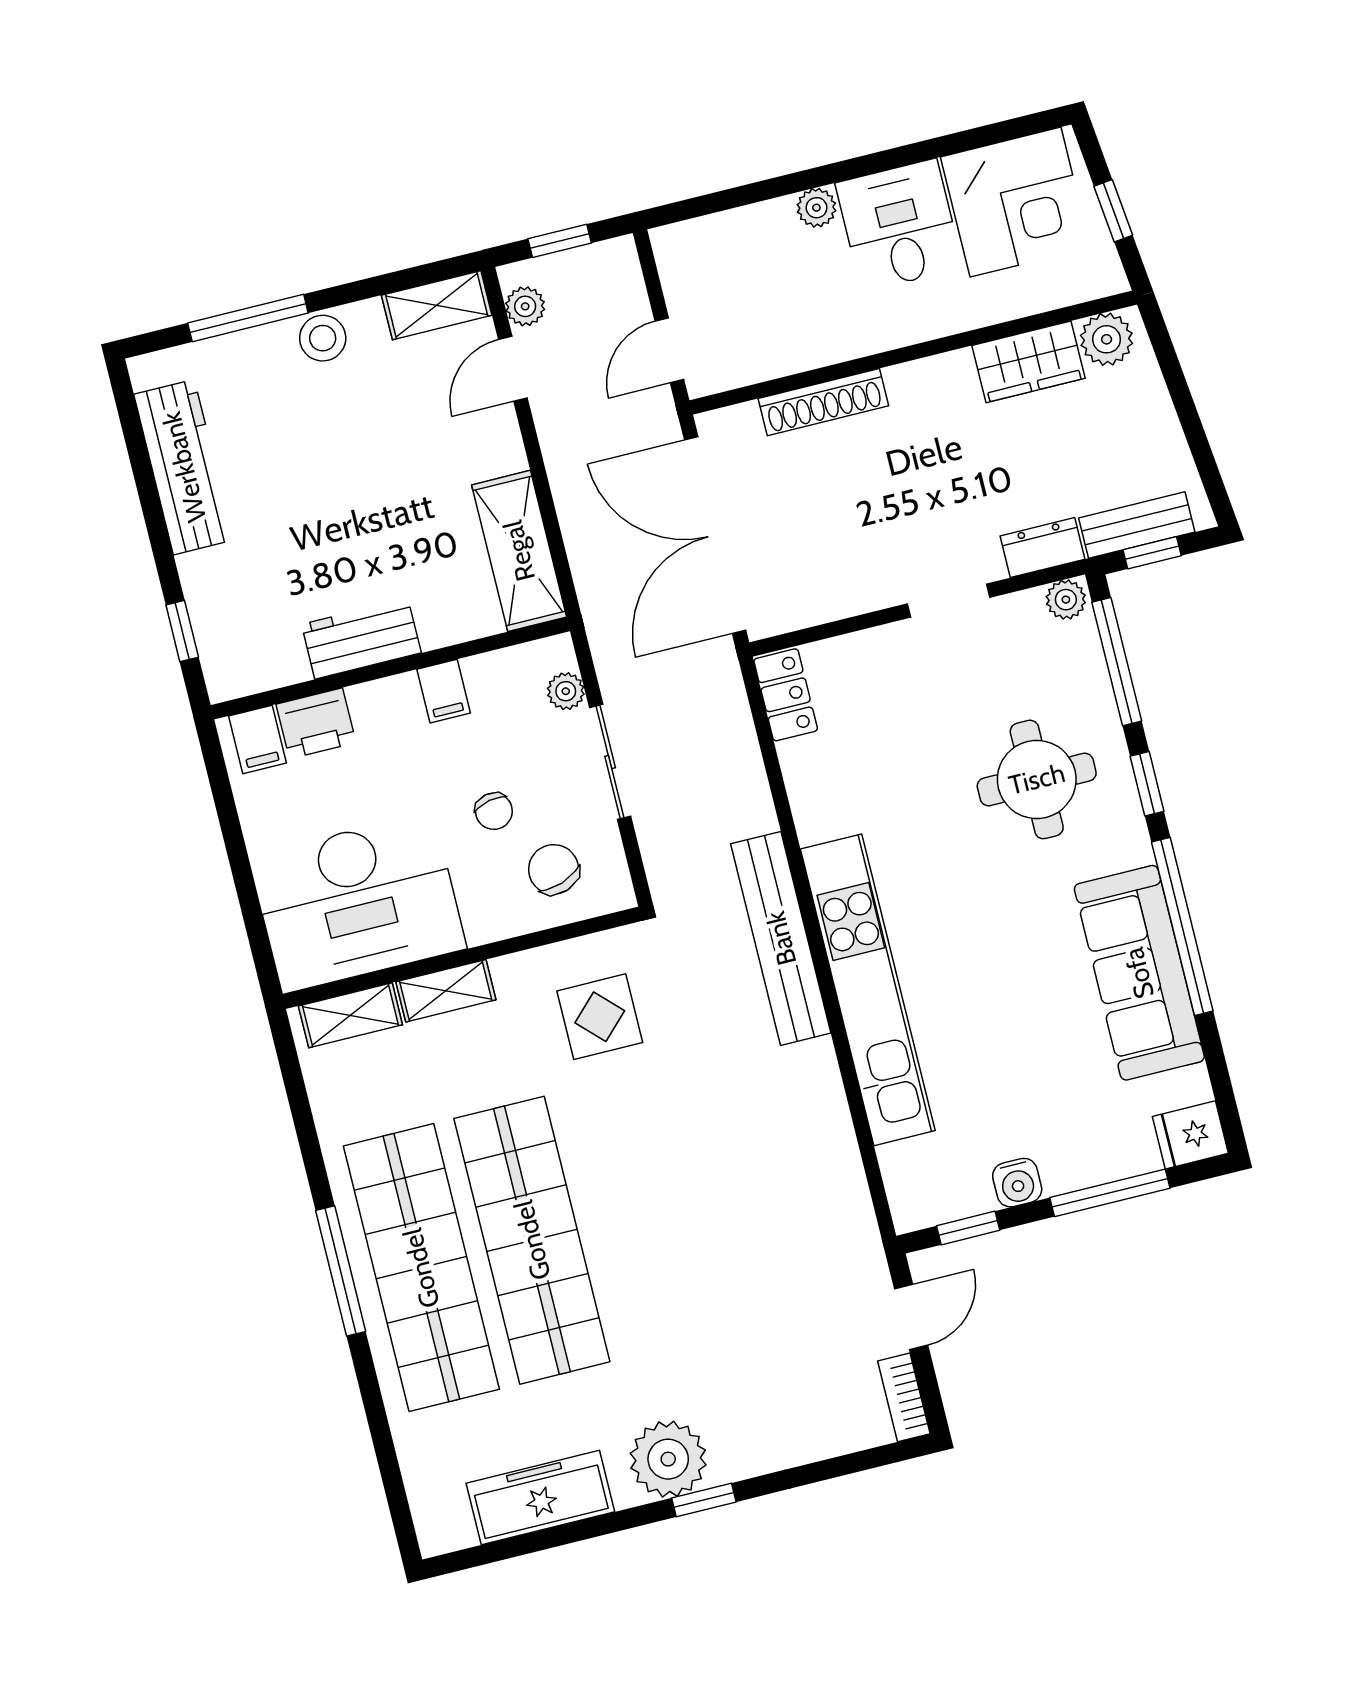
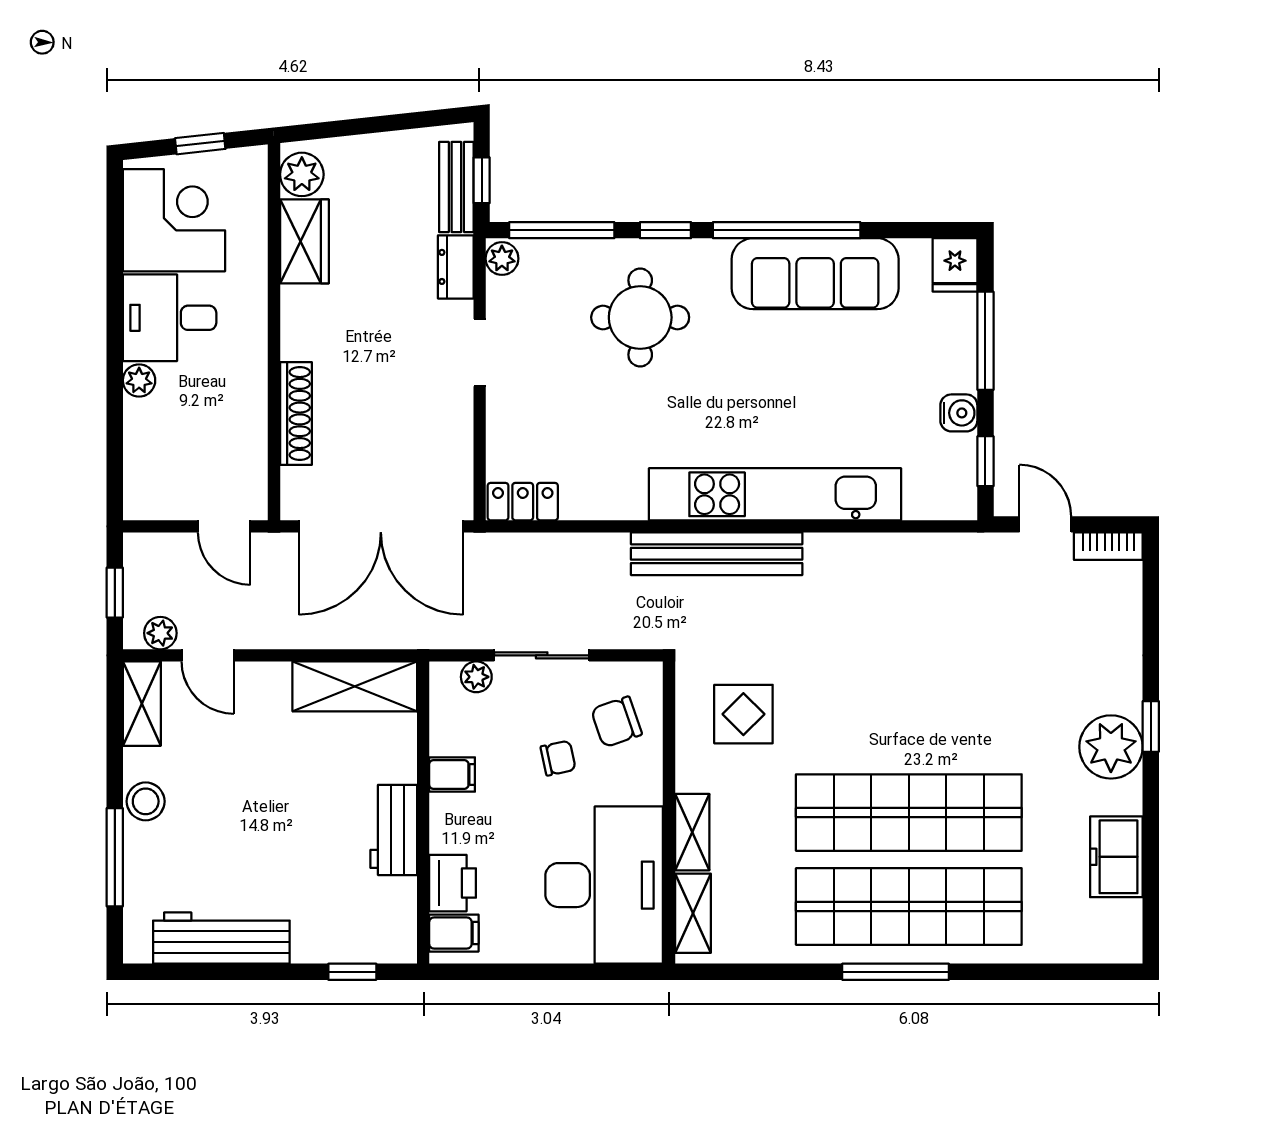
freezer: (540, 1497) -> (1116, 857), width x0.71

